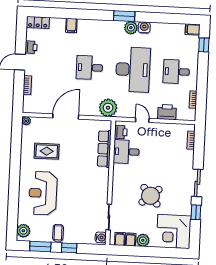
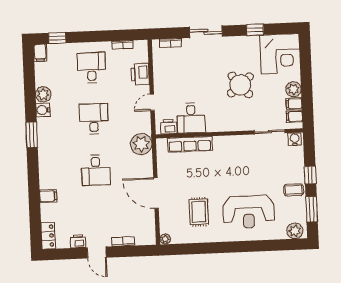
plant: (131, 28) -> (43, 94), moved
desk: (133, 70) -> (94, 119), width x0.53, depth x0.77
desk: (176, 72) -> (92, 68), turned 180
sliding door: (197, 183) -> (206, 32), moved

